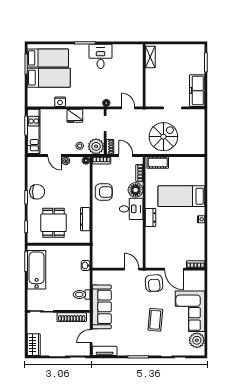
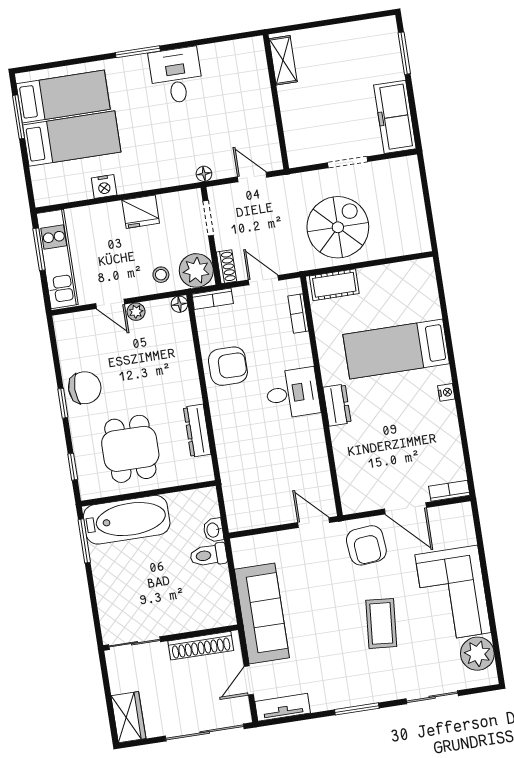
floor lamp: (136, 190) -> (296, 351), removed
bathtub: (37, 270) -> (127, 520), moved, turned 90
toilet: (82, 294) -> (208, 555), moved

